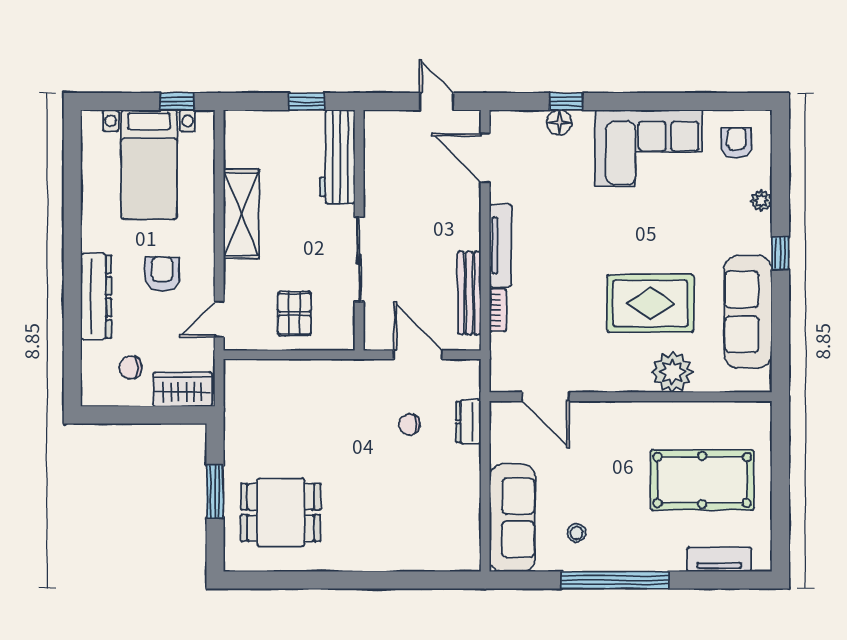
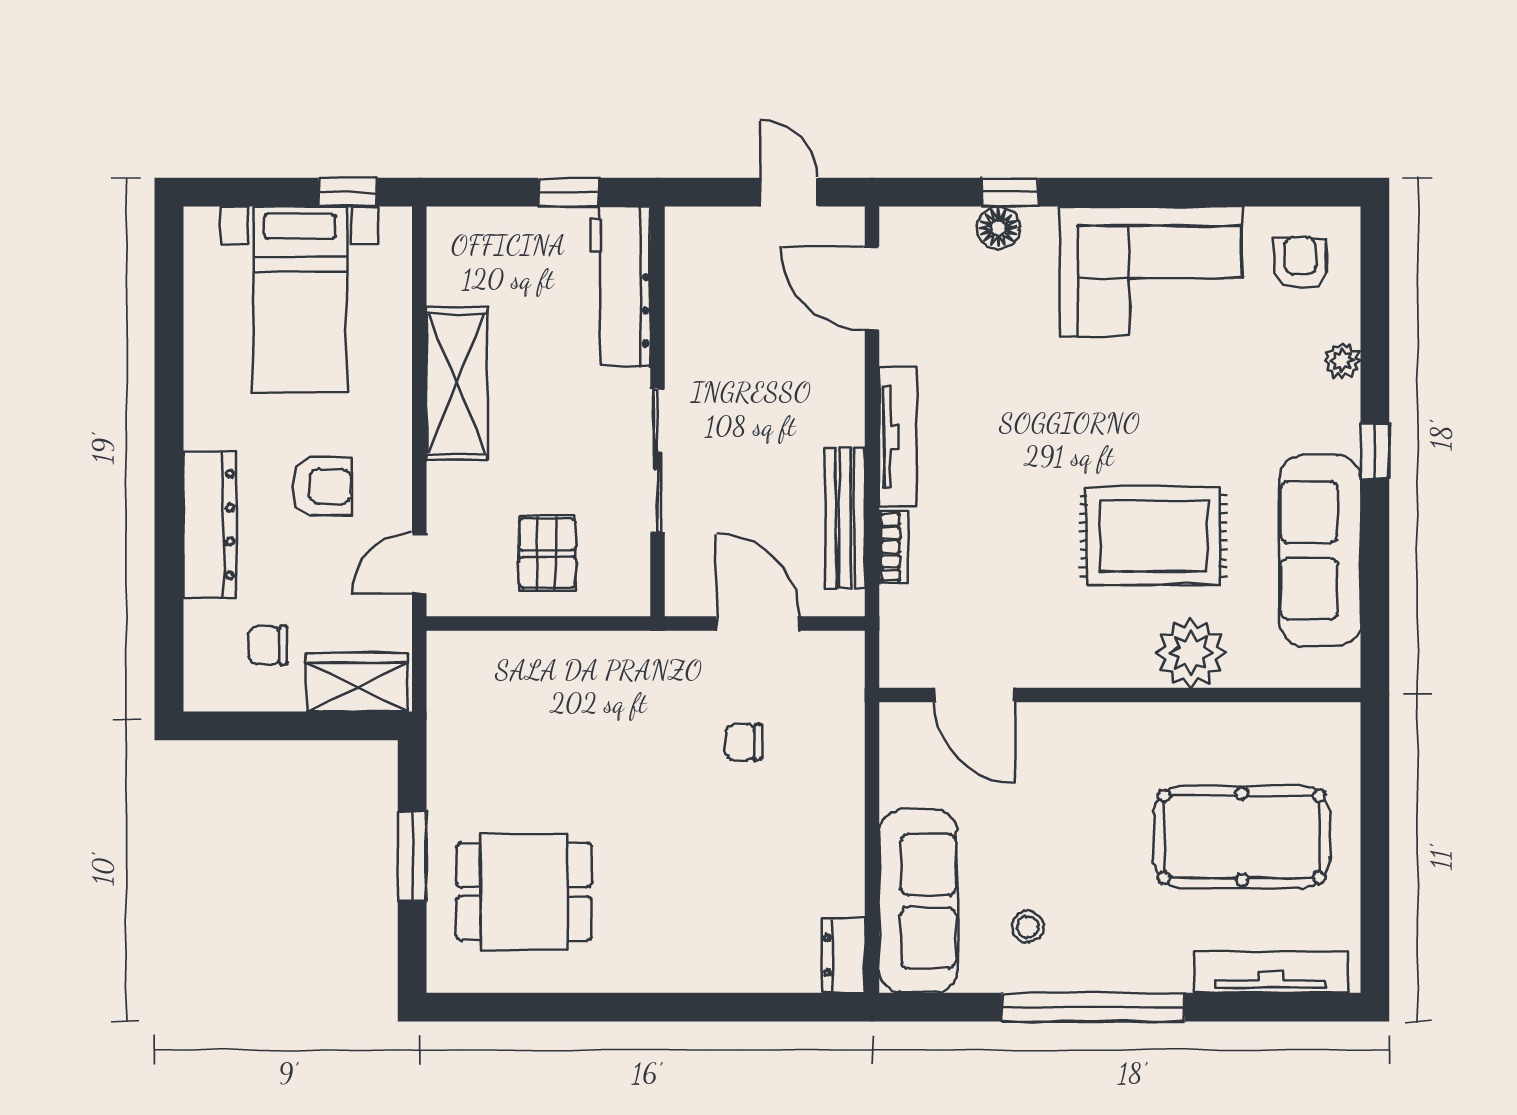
armchair: (162, 274) -> (322, 486), turned 90
dresser: (468, 422) -> (844, 955), moved
tv unit: (719, 559) -> (1271, 972), width x1.41

